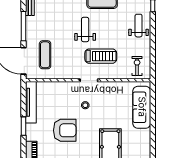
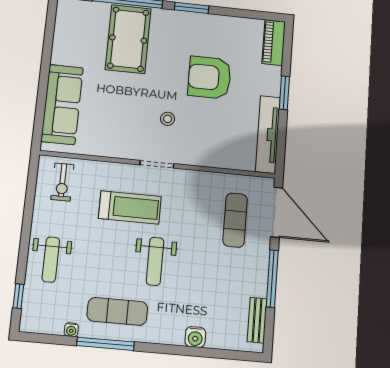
treadmill: (101, 56) -> (130, 207), turned 180

